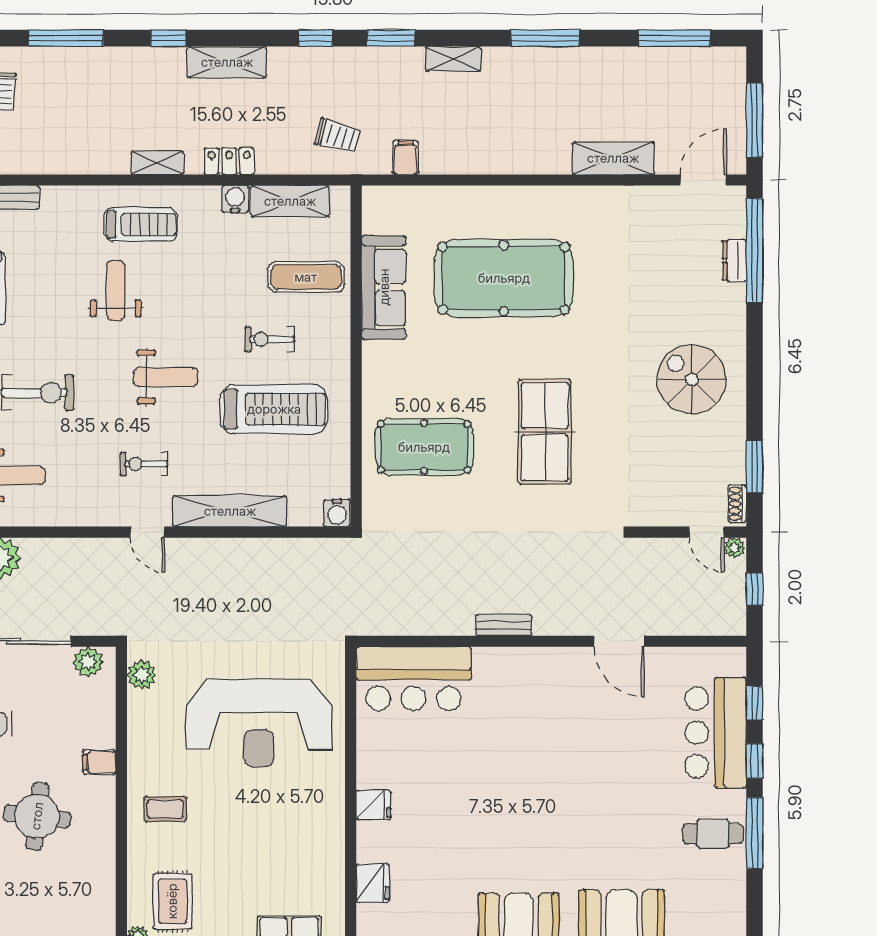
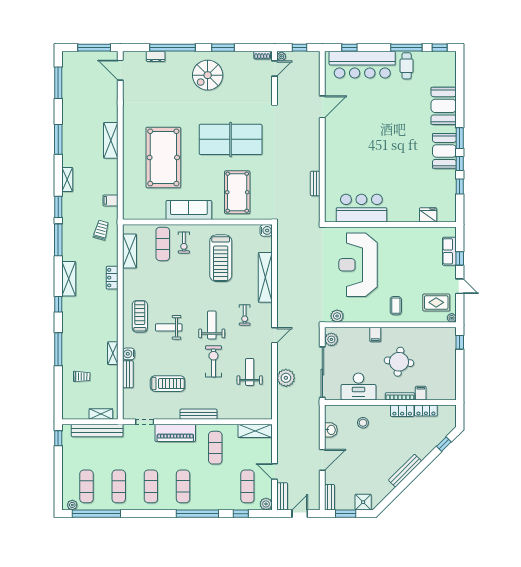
window: (316, 38) -> (58, 240), width x2.17
shelving: (613, 158) -> (111, 140), moved
shelving: (157, 163) -> (113, 353), moved
water cooler: (235, 199) -> (129, 354), moved
window: (755, 250) -> (172, 48), moved
sofa: (384, 287) -> (189, 210), moved
exercise bike: (270, 339) -> (184, 243), moved
weight bench: (166, 377) -> (212, 325), moved
treadmill: (274, 409) -> (221, 258), turned 180
table tennis table: (545, 432) -> (231, 139), width x1.36, depth x1.32
window: (755, 467) -> (223, 48), moved
door: (147, 532) -> (275, 335), moved
bench: (504, 625) -> (315, 183), moved
bar counter: (414, 679) -> (361, 208), moved, turned -90
reception desk: (259, 723) -> (358, 265), turned 180
bar counter: (716, 732) -> (362, 65), width x1.36
window: (755, 761) -> (440, 48), moved
fridge: (373, 805) -> (394, 215), removed

